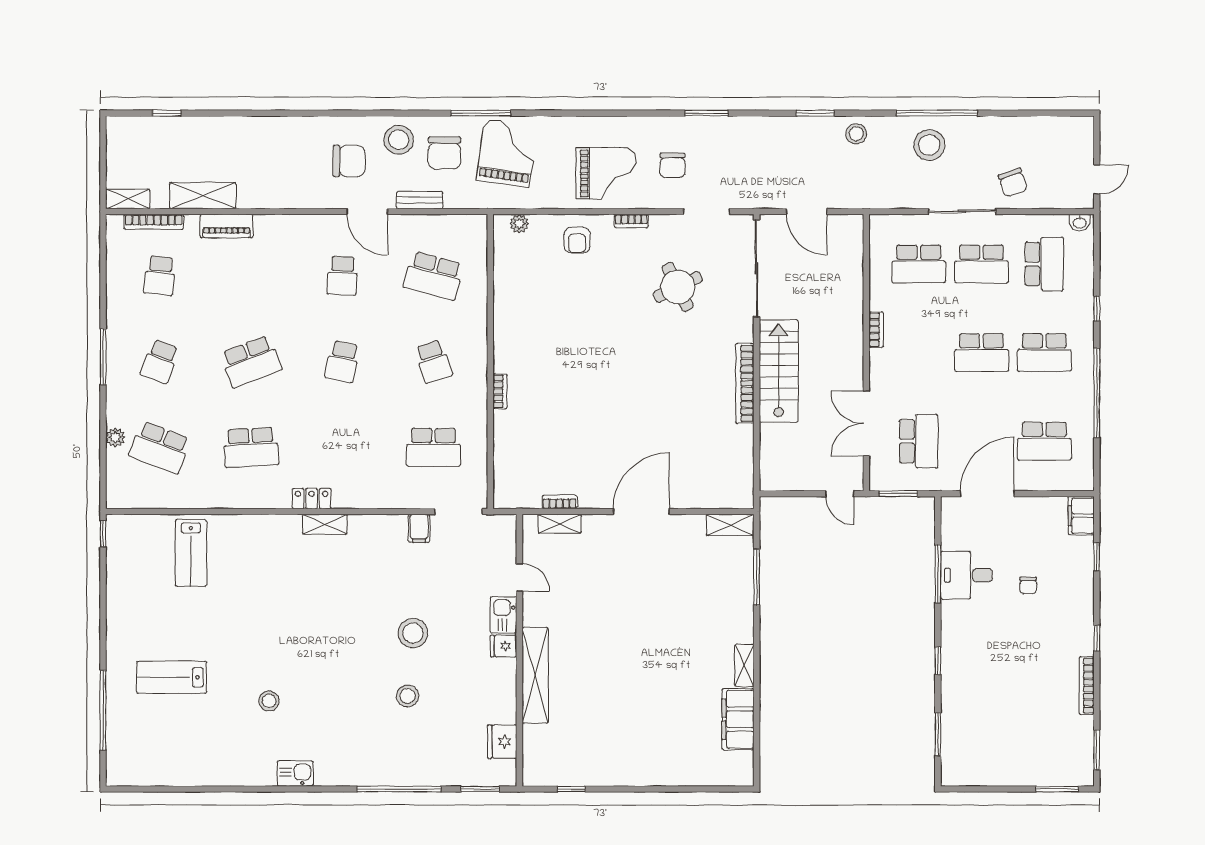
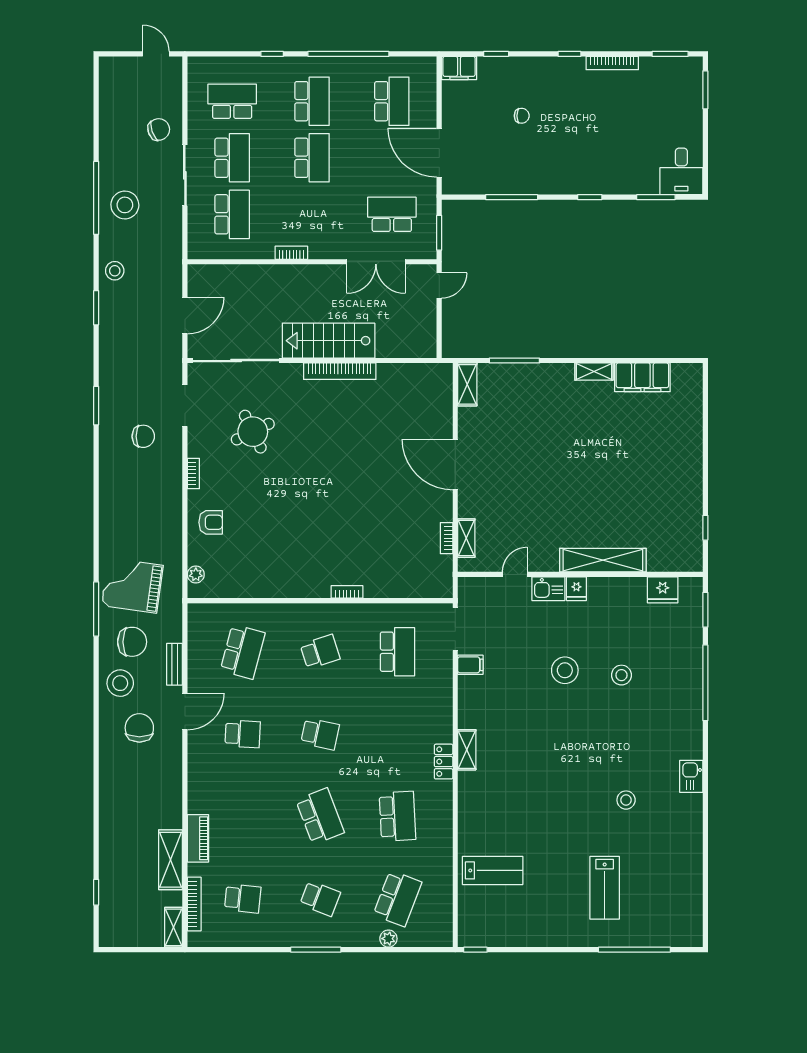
grand piano: (606, 173) -> (151, 496), removed
washbasin: (1079, 222) -> (195, 69), removed
desk: (966, 575) -> (681, 171), moved

